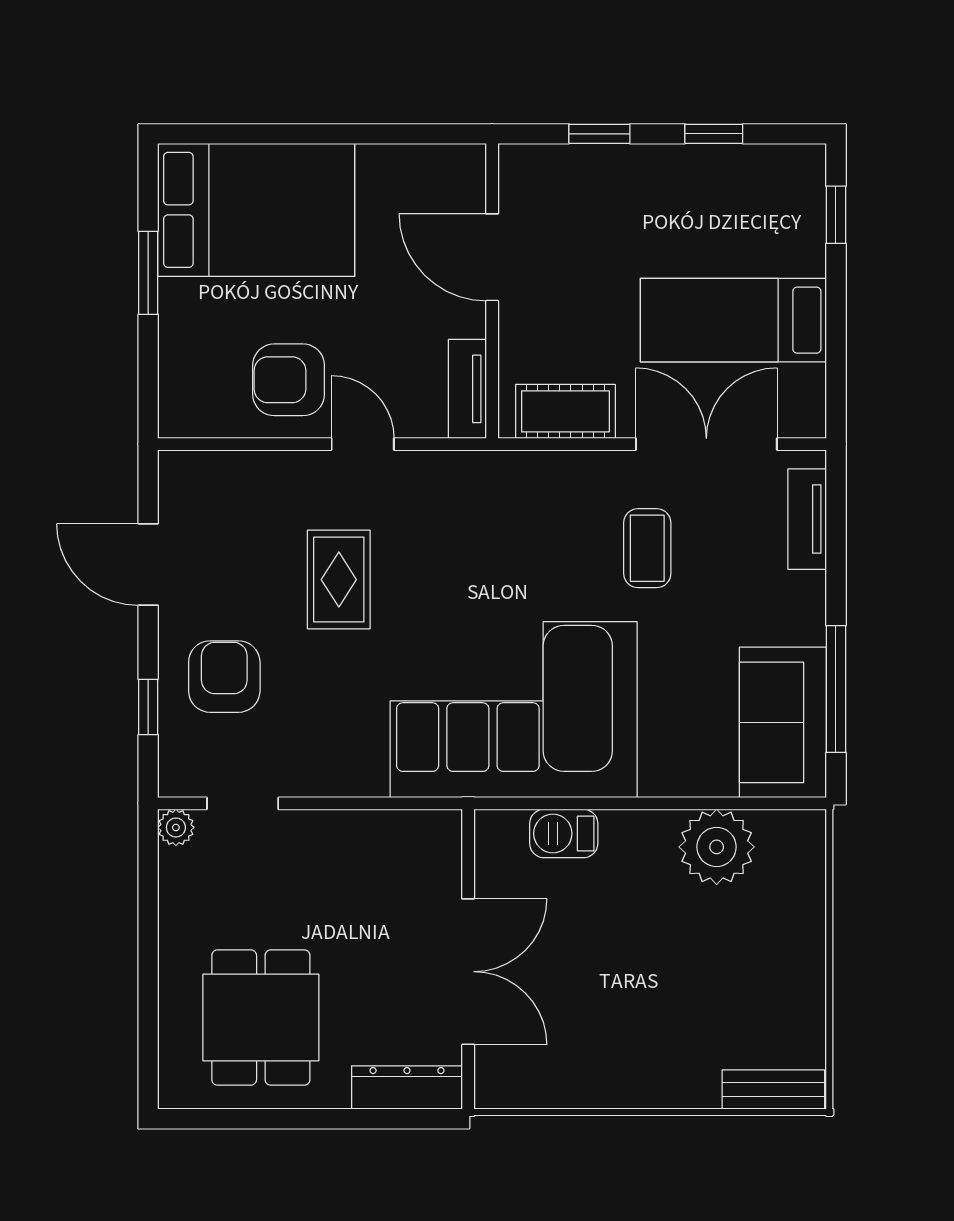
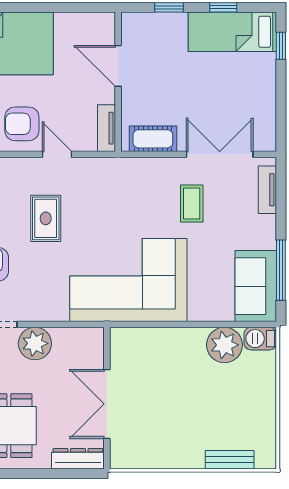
bed: (733, 320) -> (232, 32), moved
barbecue: (564, 833) -> (260, 339), moved
plant: (316, 844) -> (35, 343), added
double door: (468, 972) -> (107, 404), swing flipped
bench: (773, 1090) -> (230, 460), moved

